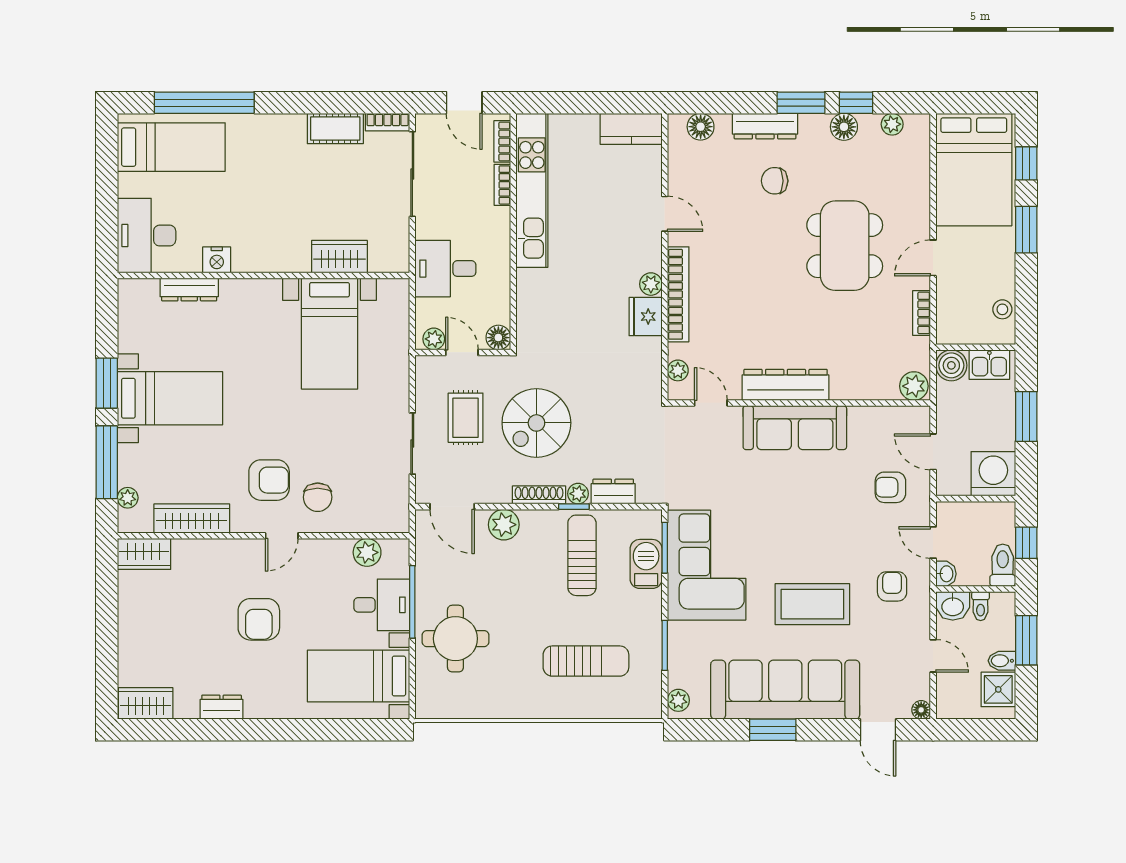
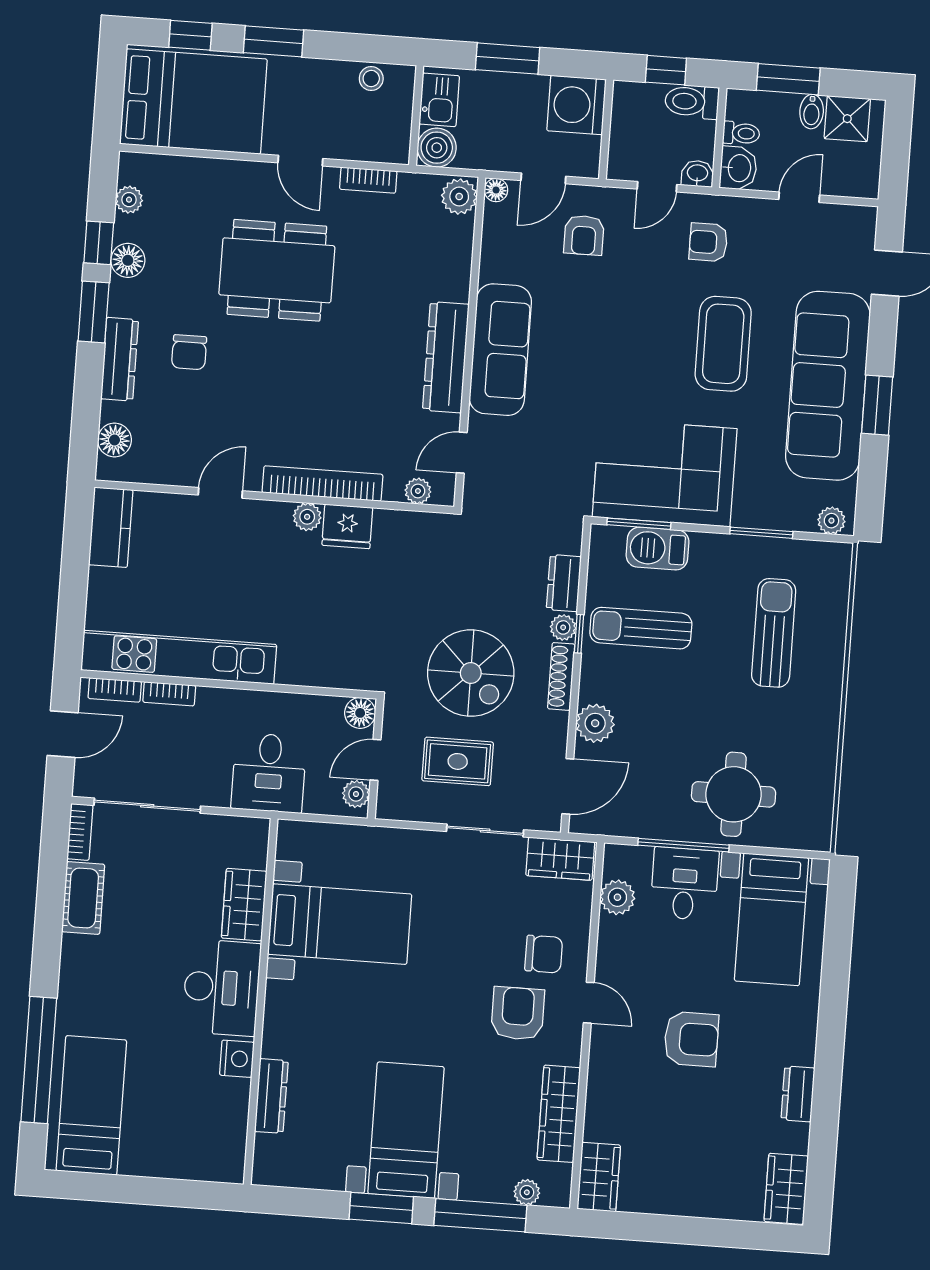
desk: (147, 236) -> (221, 988), moved, turned -90
wardrobe: (394, 505) -> (560, 859), added
floor lamp: (921, 710) -> (496, 190), moved

